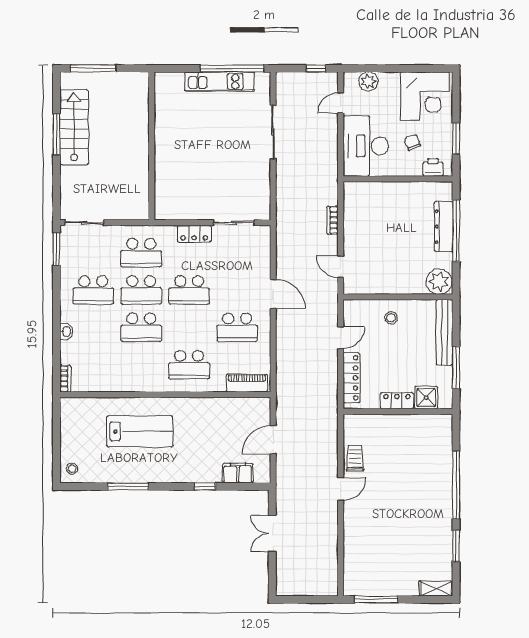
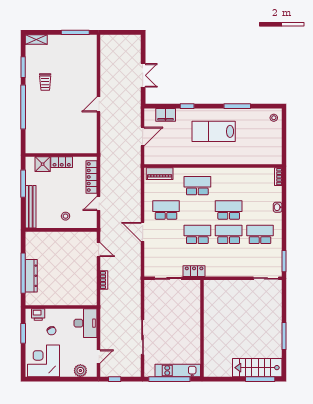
stairs: (74, 127) -> (257, 368), moved, turned 90
wall: (152, 146) -> (202, 328), moved
desk: (366, 146) -> (85, 323), width x0.73, depth x0.77
school desk: (141, 253) -> (229, 259), removed
plant: (439, 282) -> (34, 240), removed
lab bench: (140, 431) -> (214, 131), moved
trolley: (355, 458) -> (45, 82), moved

